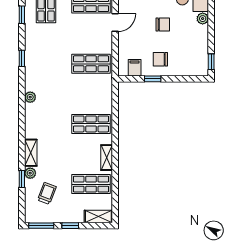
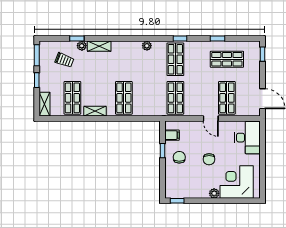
shop shelf: (46, 64) -> (175, 59), added

